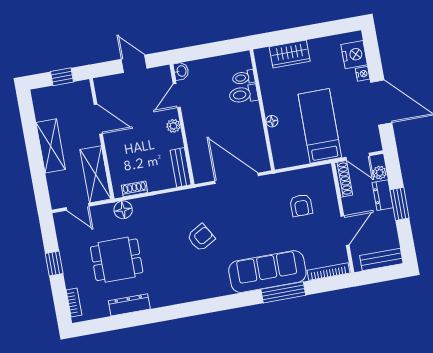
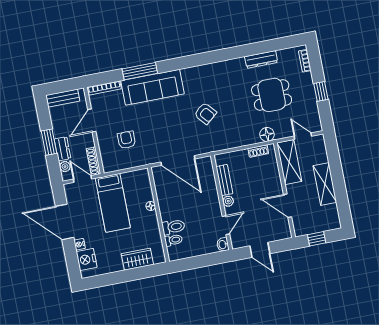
bench: (181, 167) -> (224, 180), moved
armchair: (201, 238) -> (205, 113), turned -100

